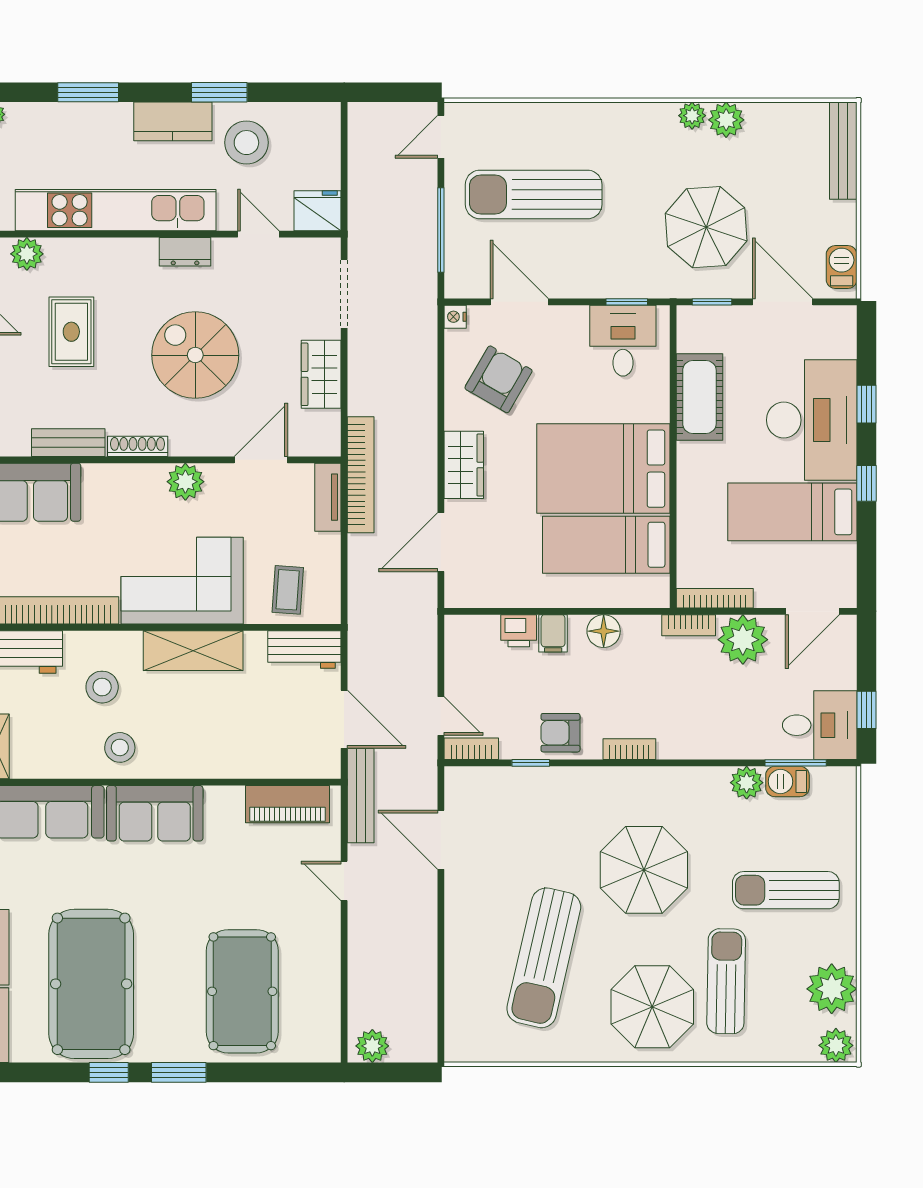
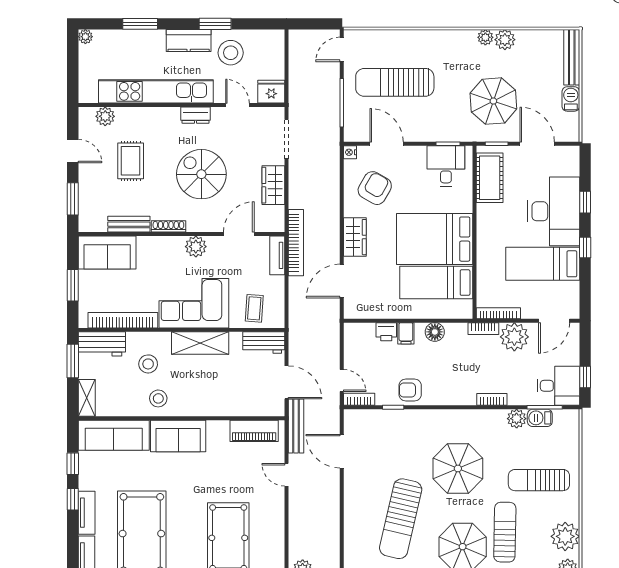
barbecue: (842, 267) -> (571, 99), moved
cot: (699, 397) -> (490, 178), moved
bookcase: (629, 749) -> (492, 399), moved

